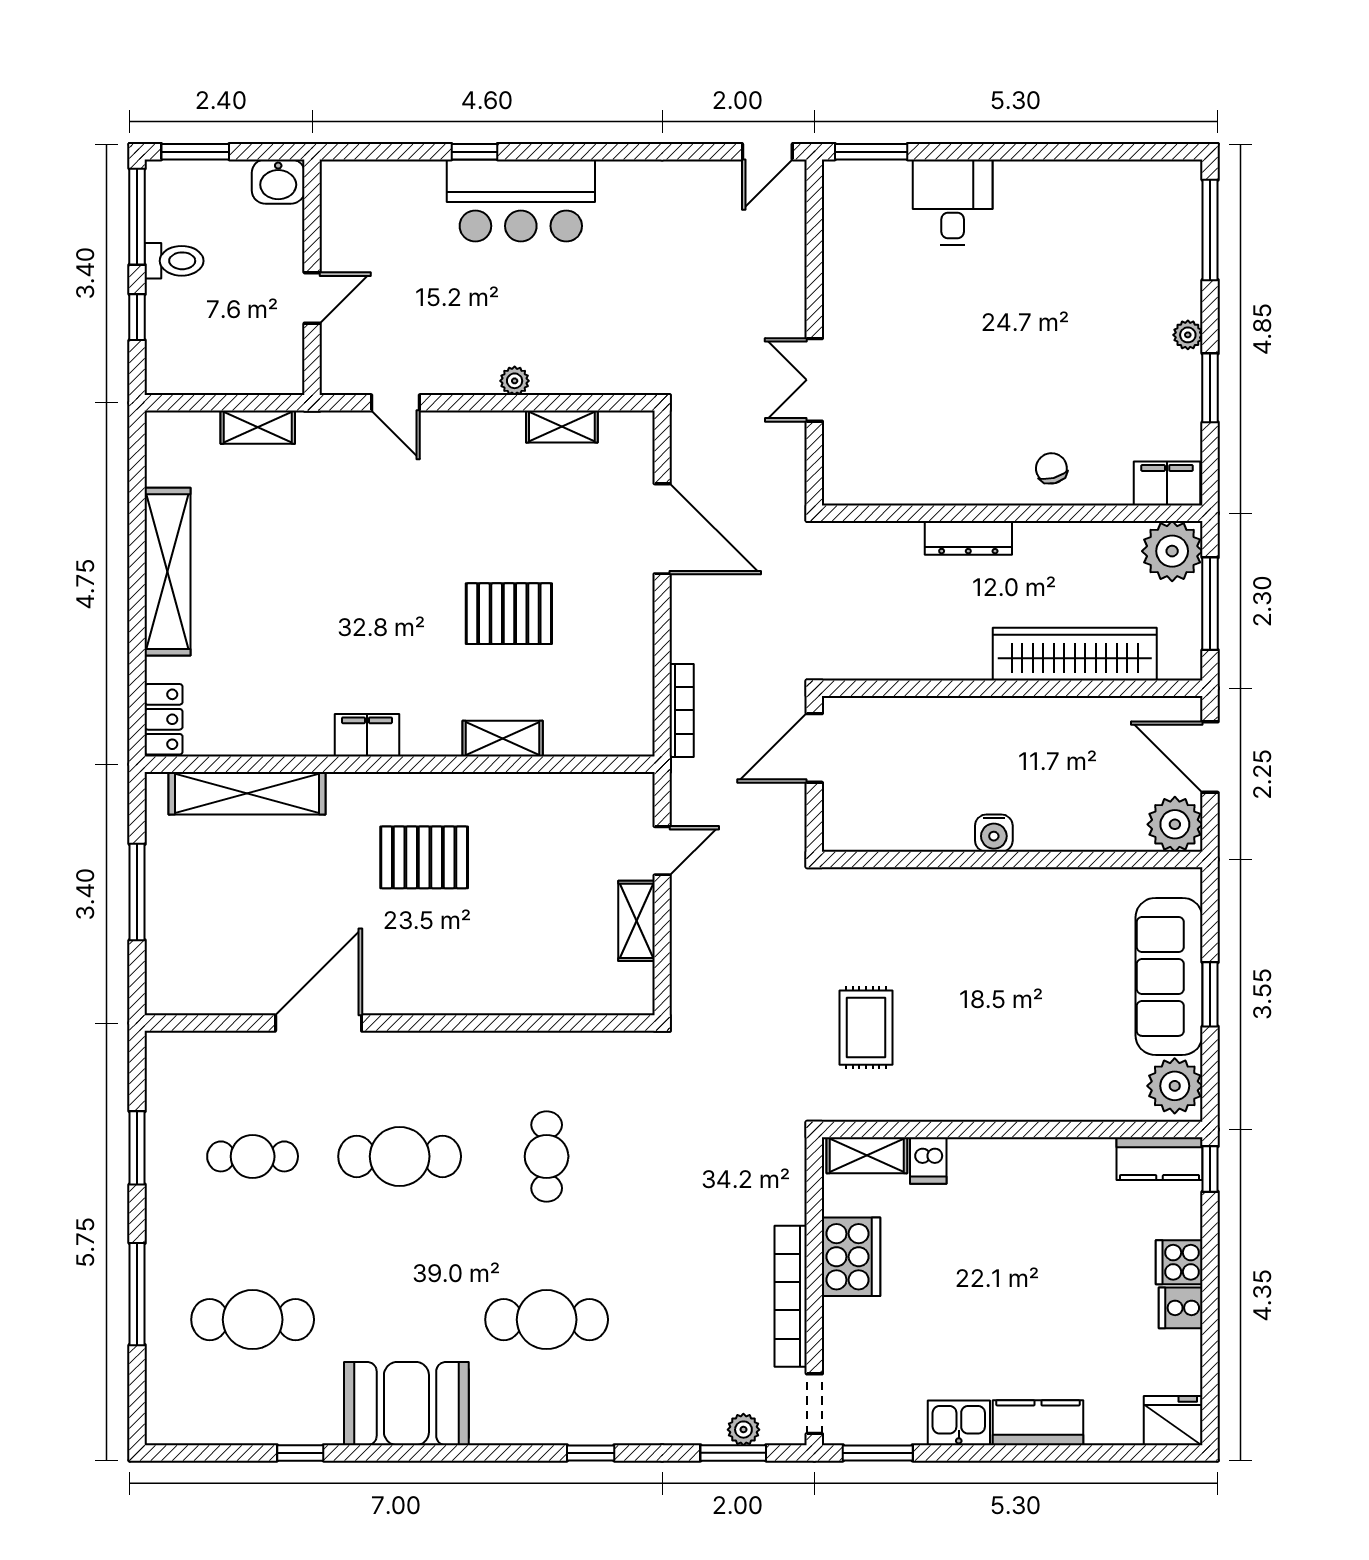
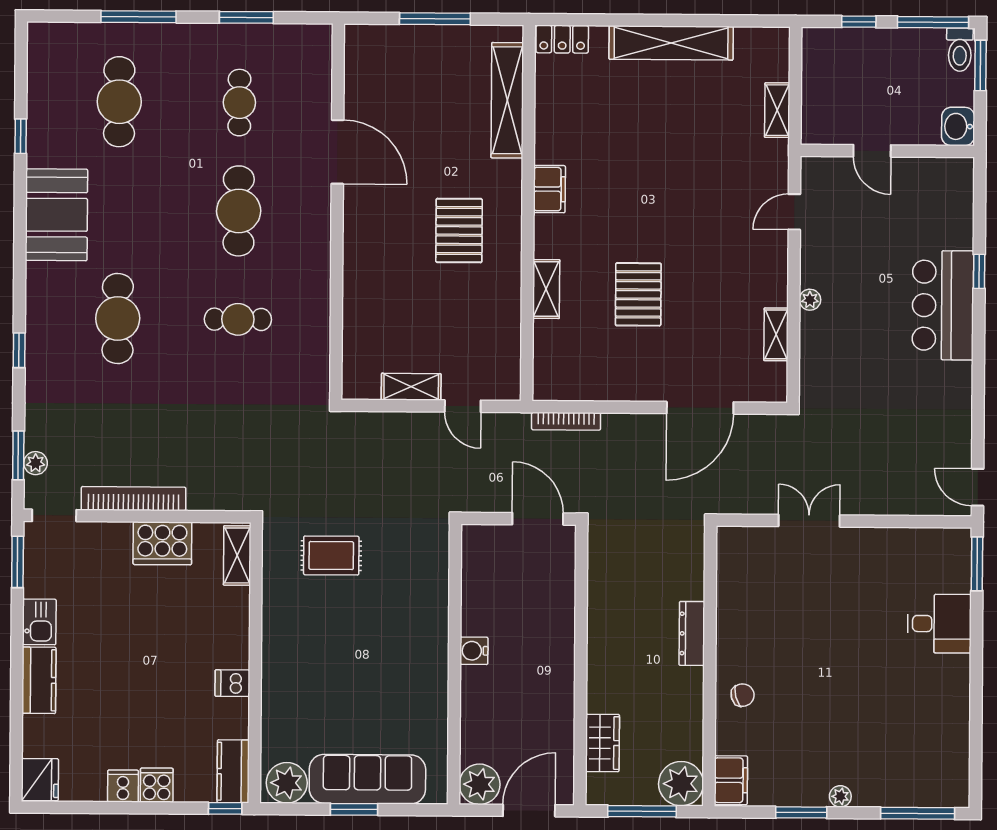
toilet: (174, 261) -> (960, 50), moved
wardrobe: (1075, 654) -> (602, 743), width x0.48, depth x0.85
dishwasher: (928, 1161) -> (232, 683), moved

